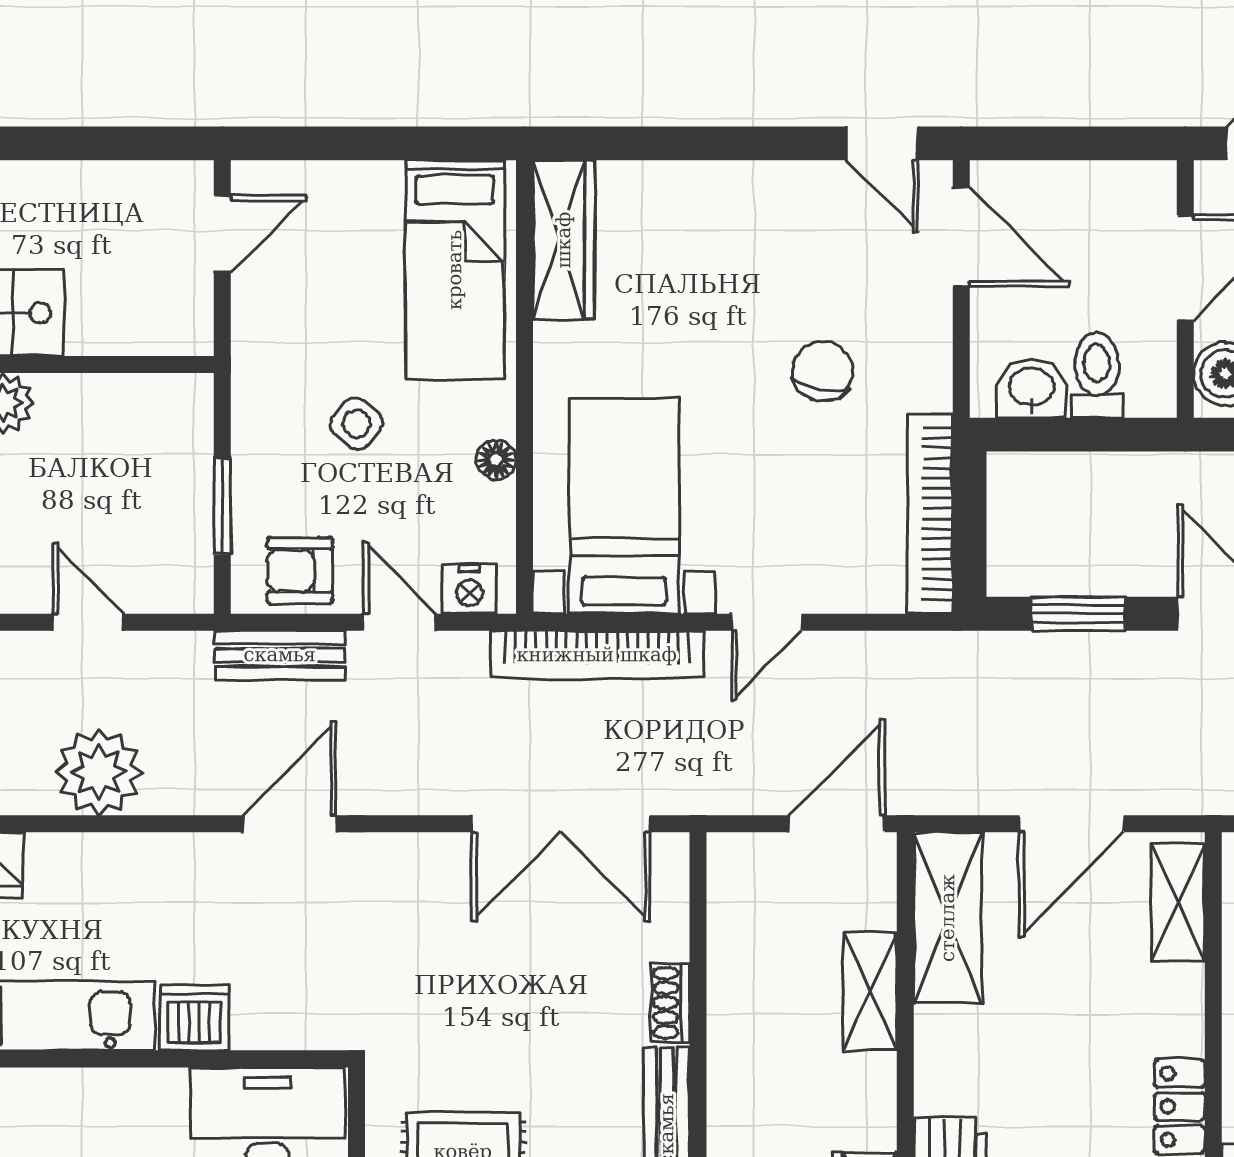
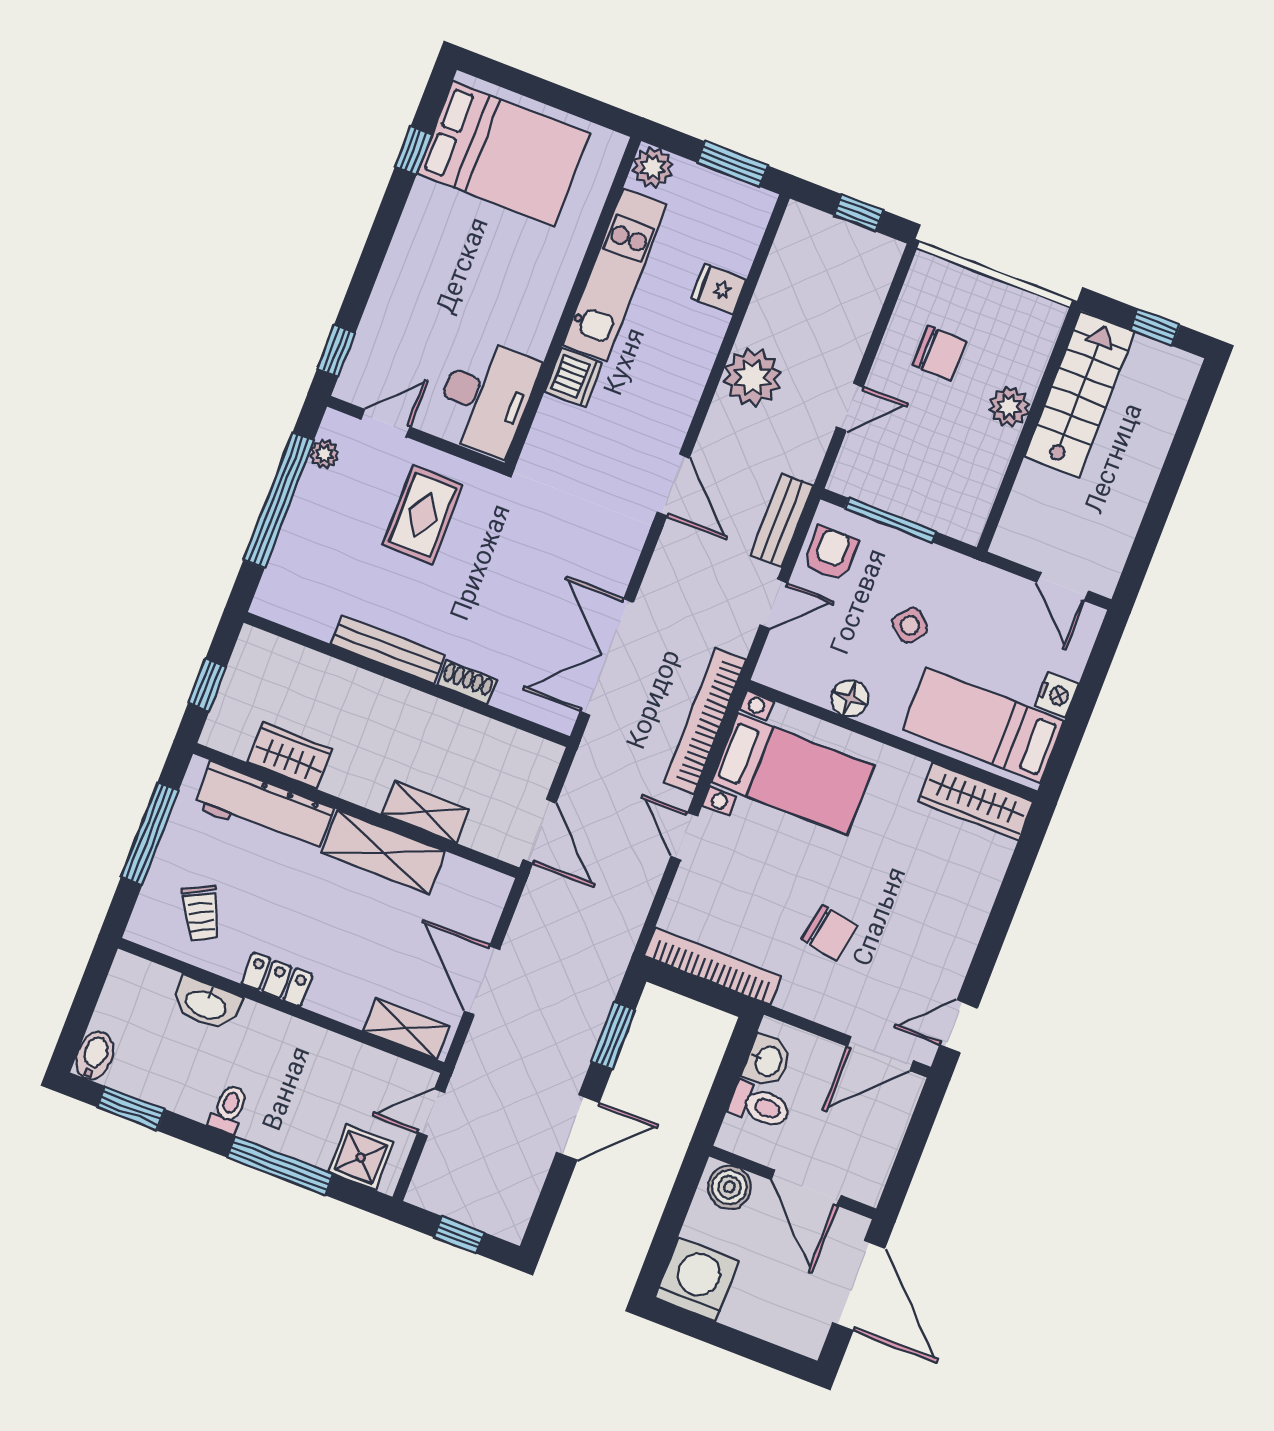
floor lamp: (496, 460) -> (850, 698), width x1.37, depth x1.37
window: (222, 506) -> (890, 520), width x1.44
nightstand: (469, 589) -> (1056, 695), moved, turned 180
shelving: (948, 918) -> (383, 852), moved

